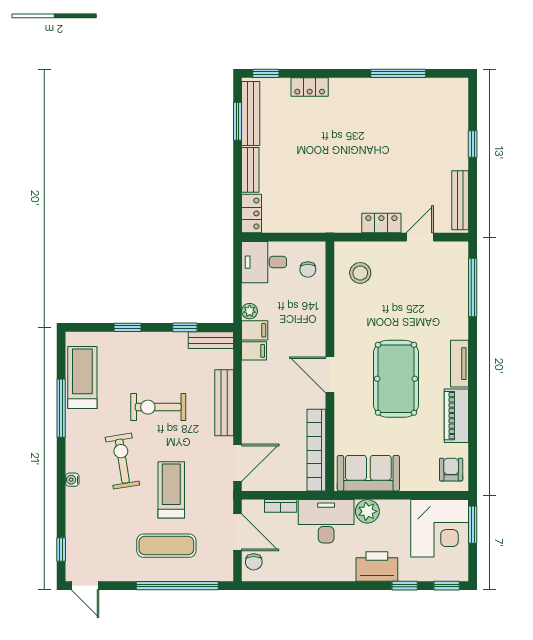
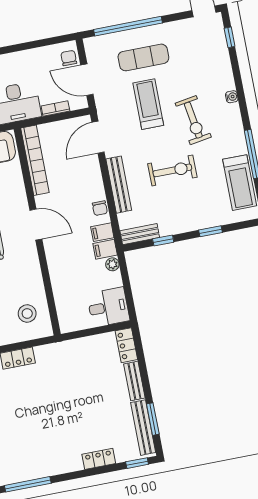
chair: (308, 269) -> (100, 208), moved, turned 180
treadmill: (171, 490) -> (148, 104), turned 180

